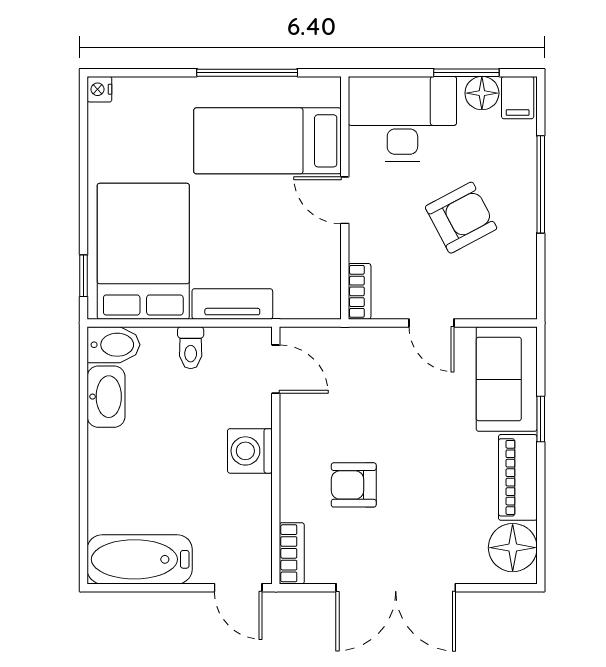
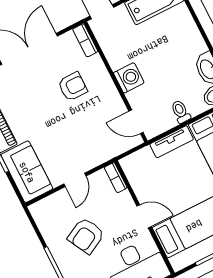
door: (431, 323) -> (75, 180), swing flipped

